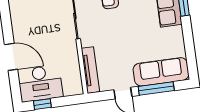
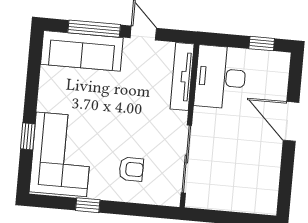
desk: (40, 83) -> (220, 77), moved, turned -90

